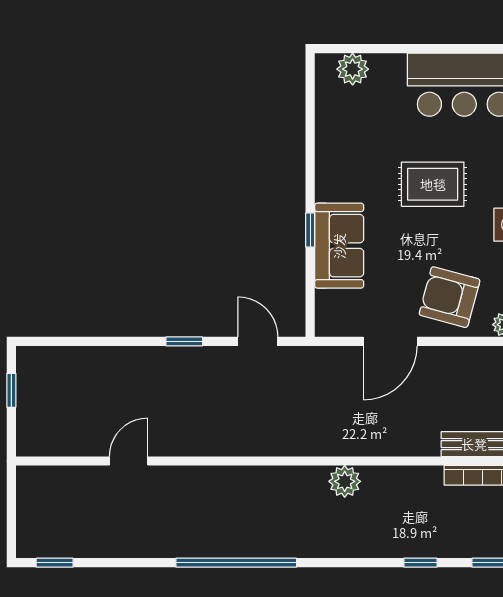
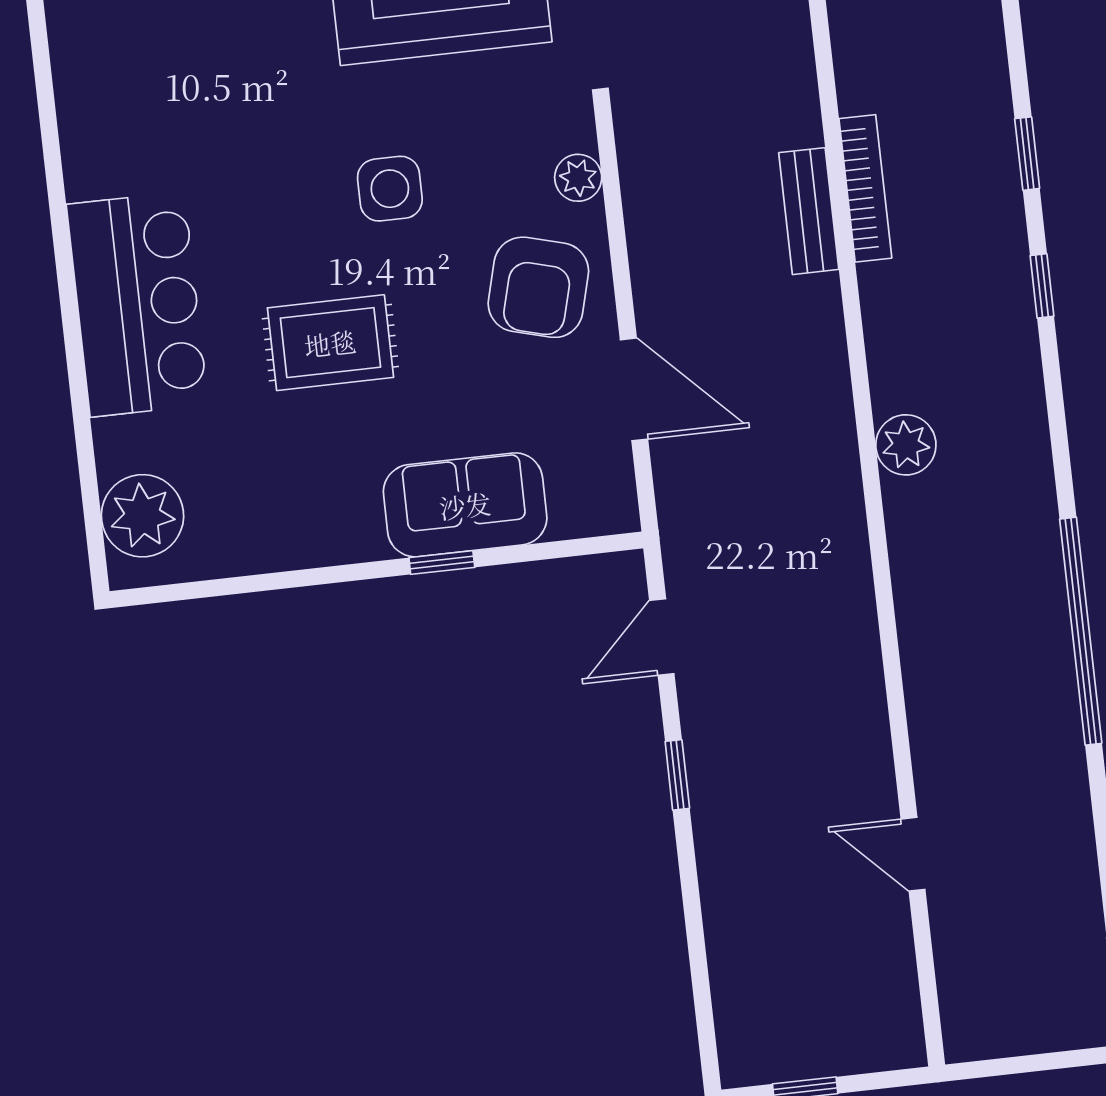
plant: (353, 69) -> (142, 516), width x1.36, depth x1.36
rug: (433, 184) -> (330, 343), turned 90

